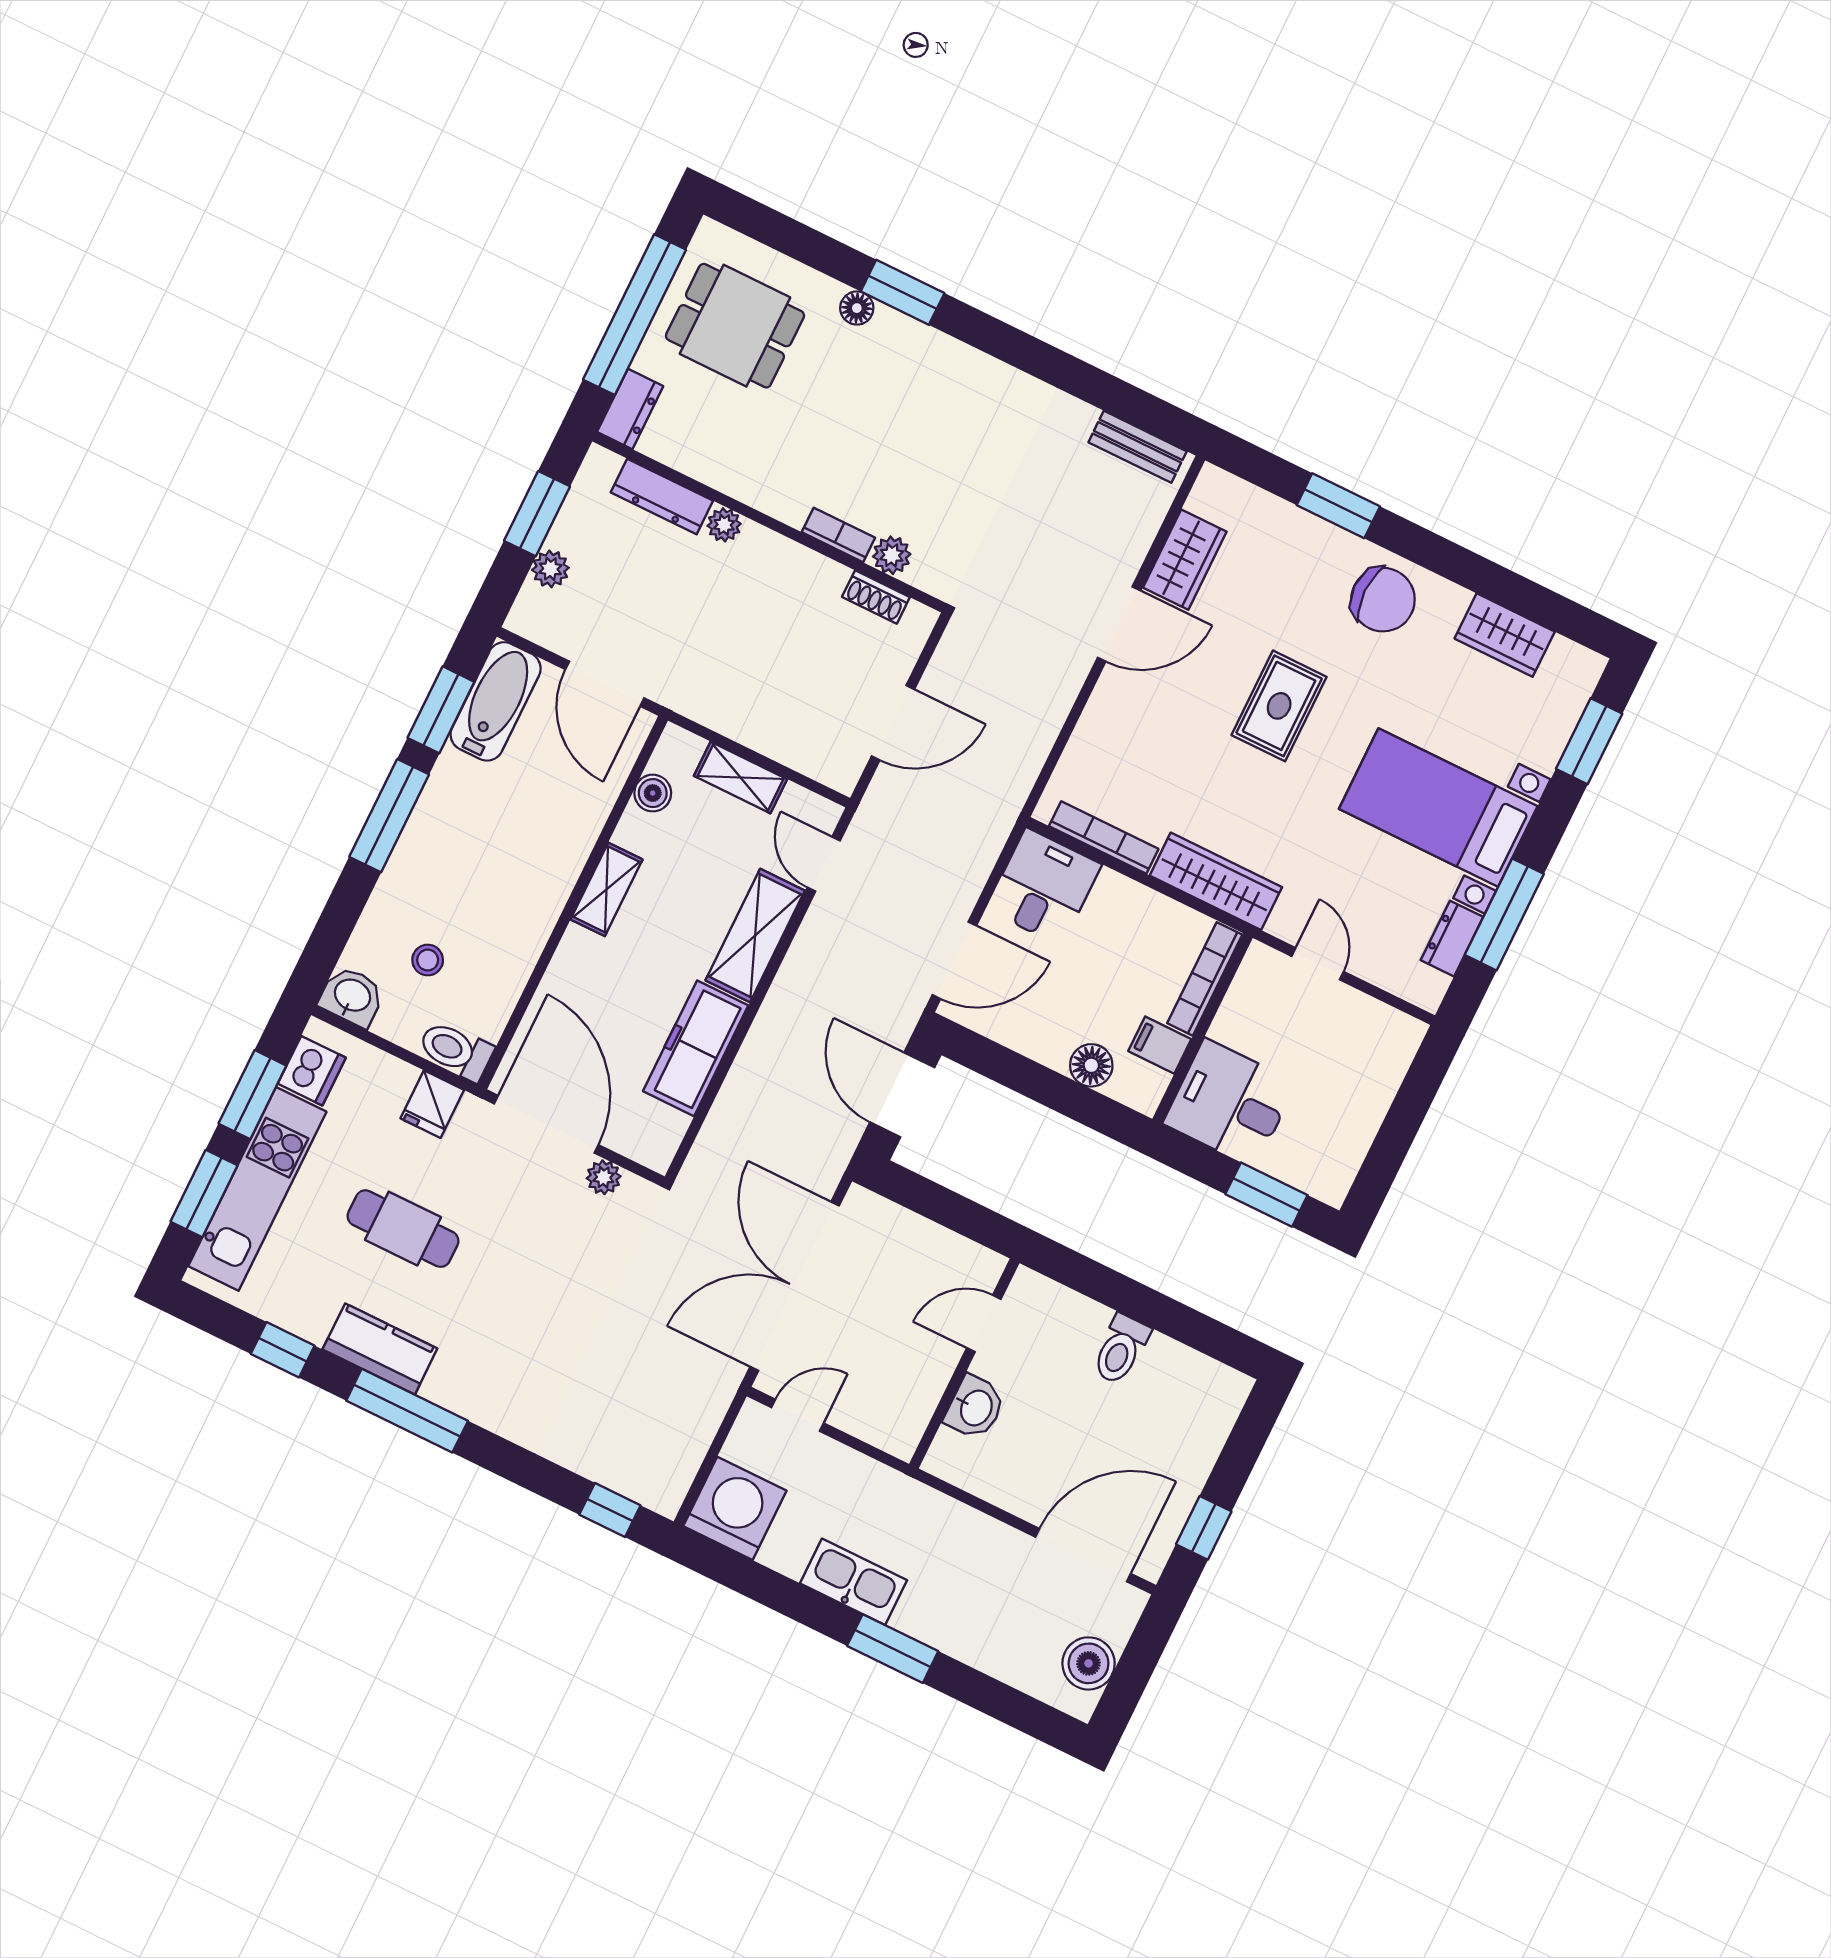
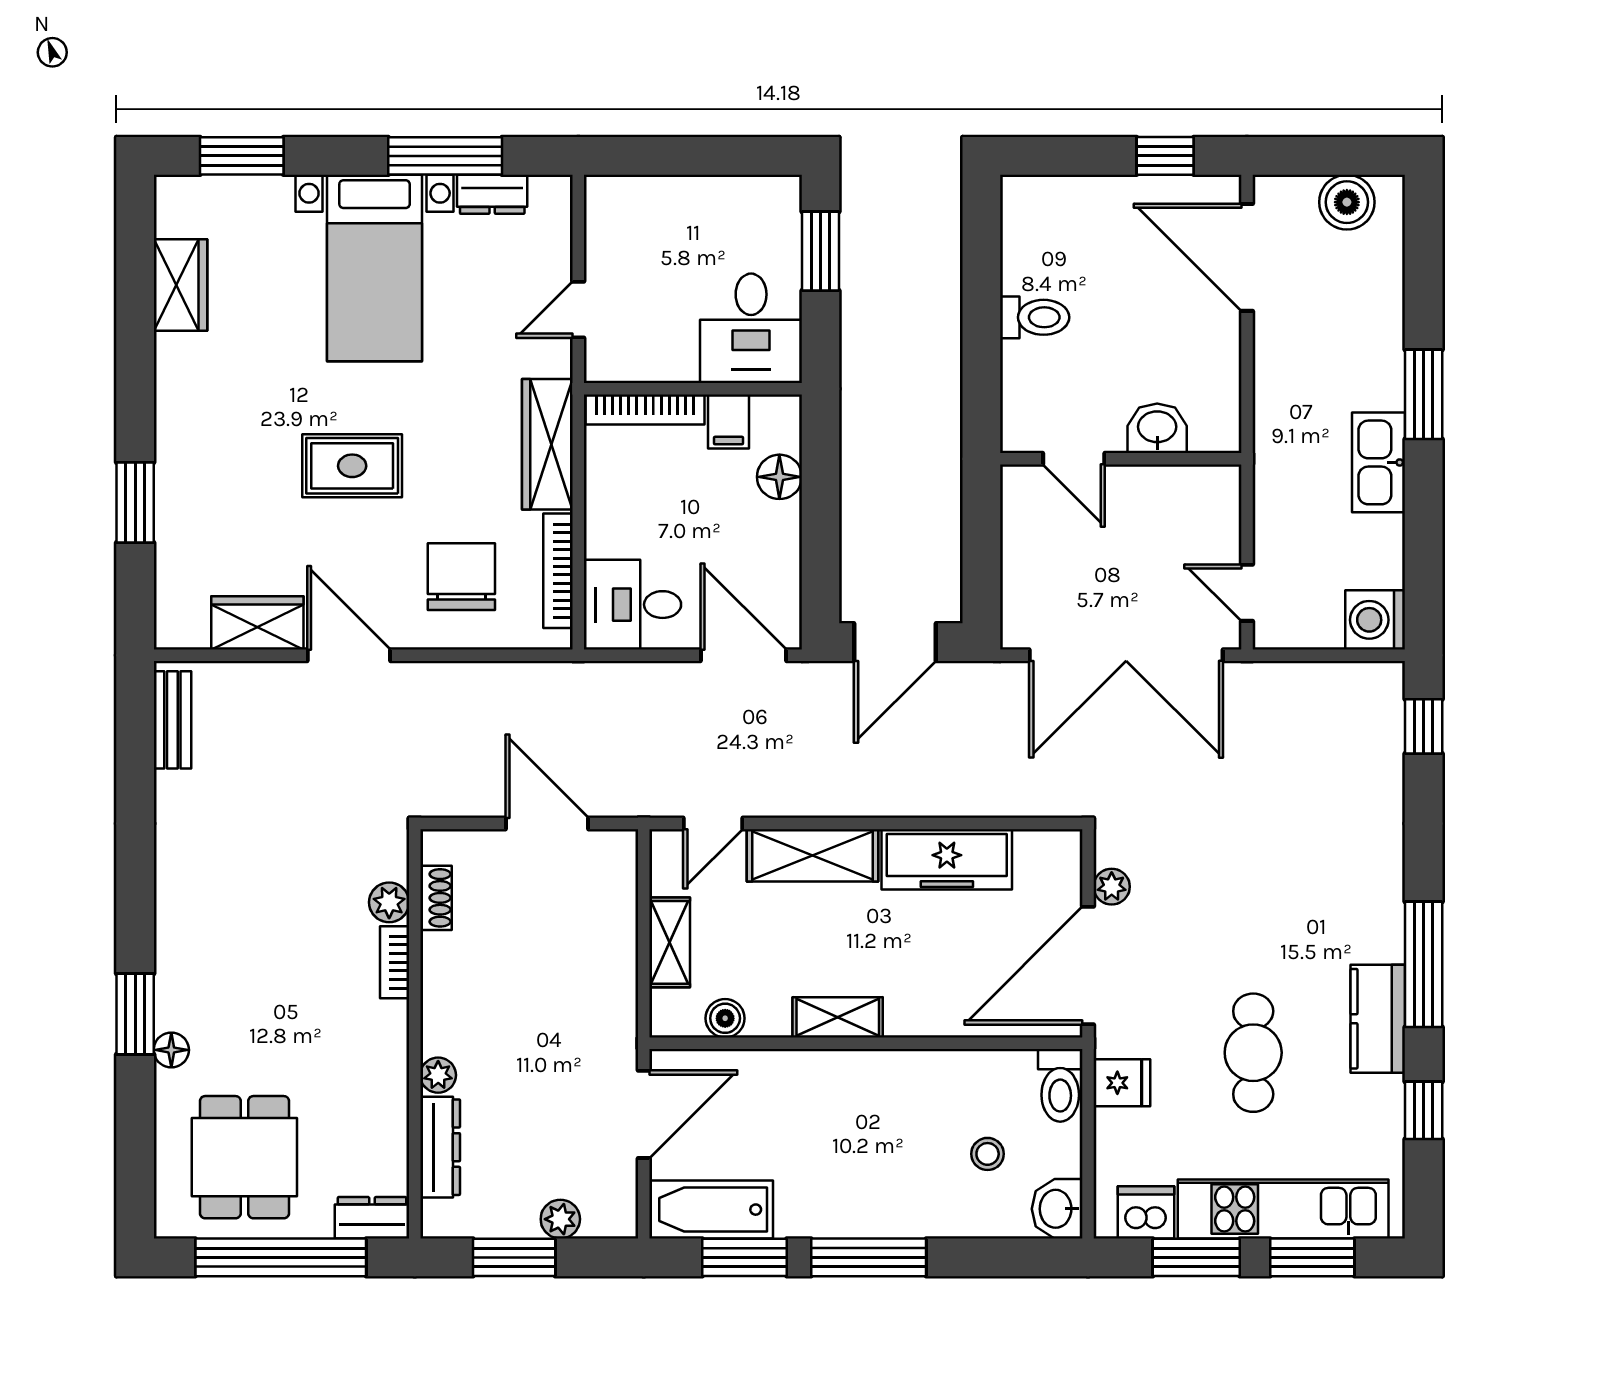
chair: (1383, 600) -> (461, 577), moved
washing machine: (735, 1508) -> (1375, 620), width x0.73, depth x0.73

